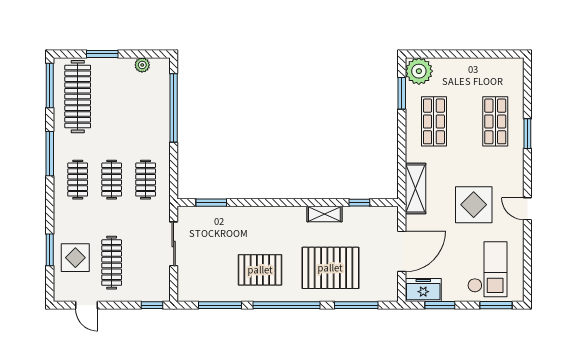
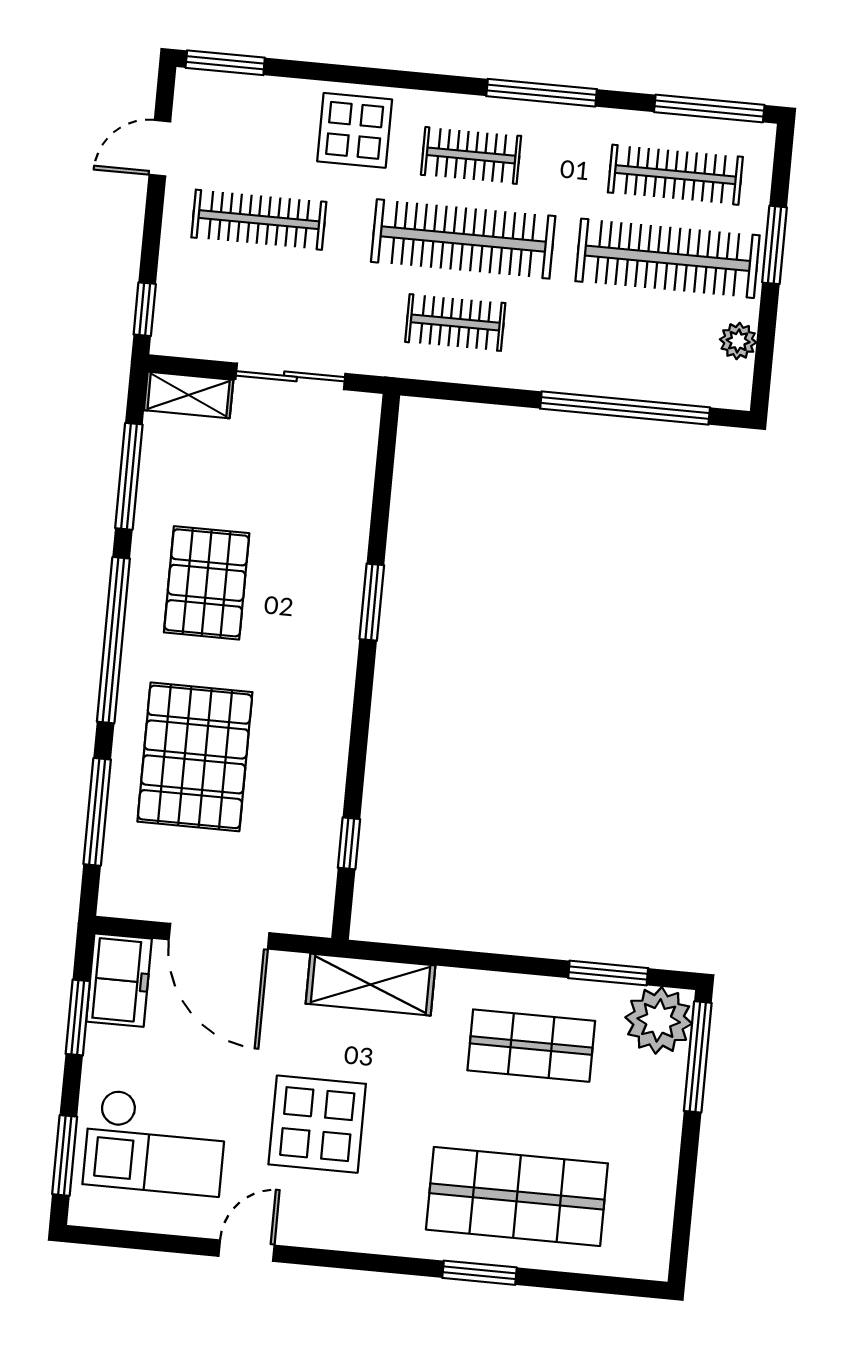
window: (432, 54) -> (698, 1057), added
clothes rail: (78, 97) -> (675, 175), width x0.73, depth x0.76
clothes rail: (112, 97) -> (668, 258), added
shop shelf: (495, 121) -> (517, 1196), width x1.43, depth x1.36
clothes rail: (112, 180) -> (463, 239), width x1.86, depth x1.31
window: (211, 203) -> (372, 602), moved
door: (527, 209) -> (247, 1251), moved
shelving: (324, 214) -> (189, 395), moved, turned 90
window: (50, 250) -> (225, 63), moved
display table: (75, 258) -> (355, 130), moved

